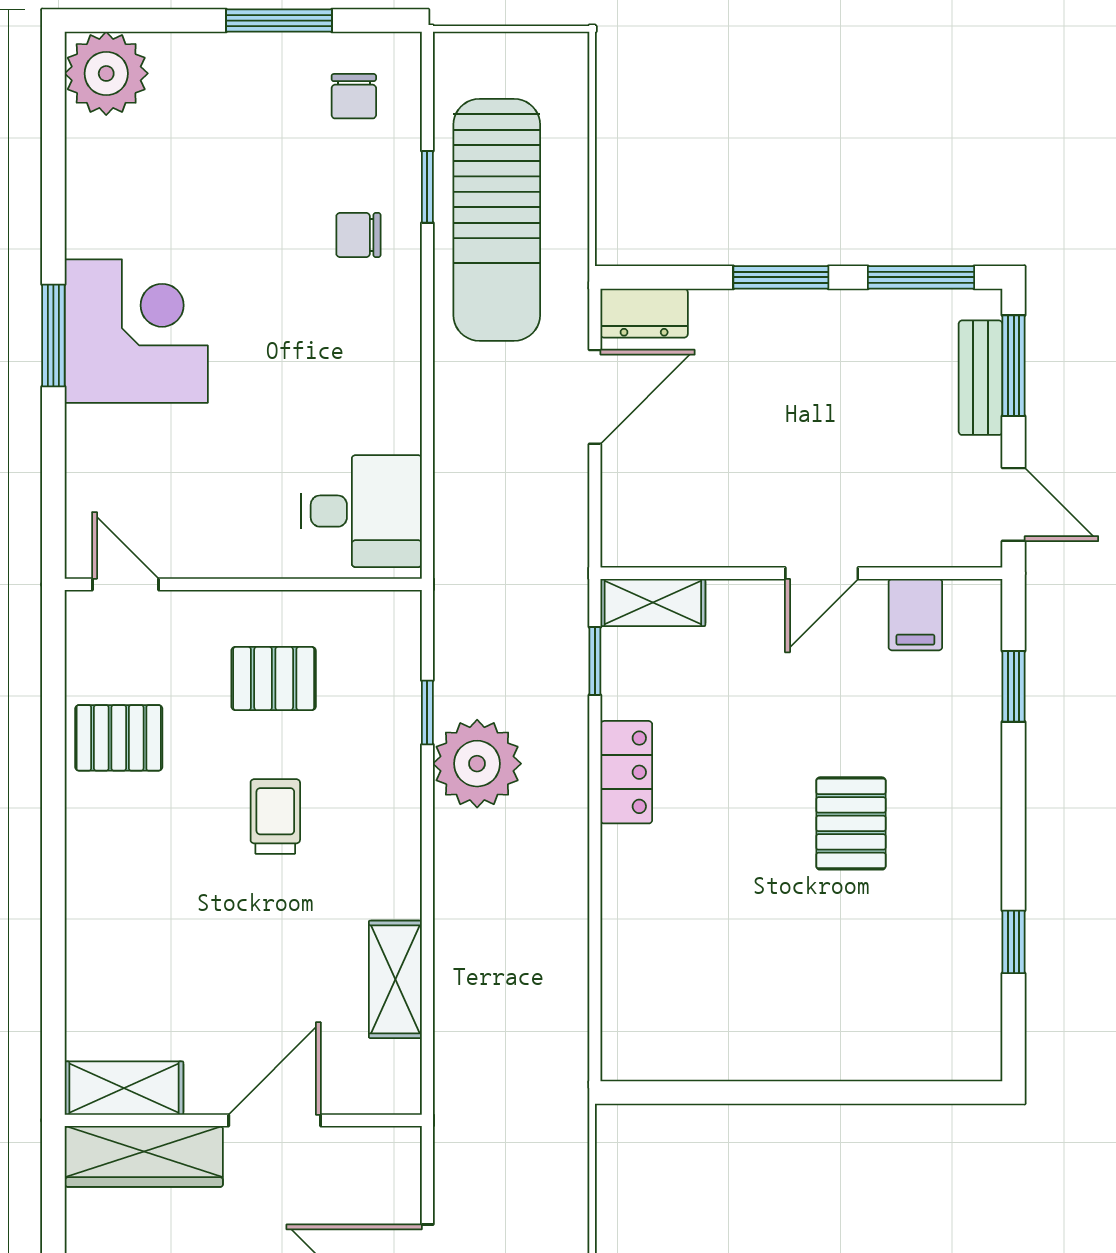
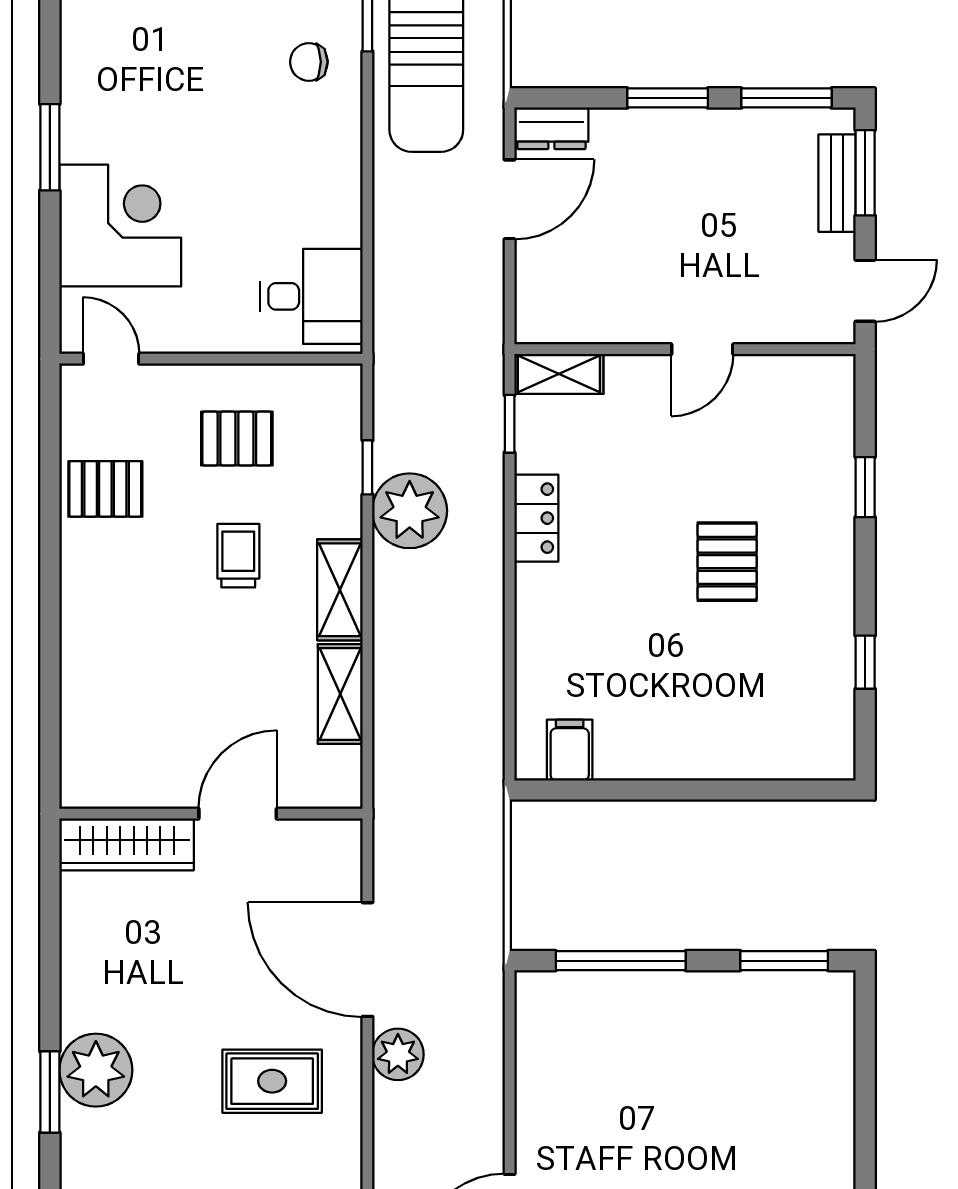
corner desk: (136, 331) -> (120, 225), moved
door: (1014, 504) -> (865, 291), hinge flipped
filing cabinet: (915, 615) -> (570, 750), moved, turned 180
window: (1014, 686) -> (865, 487), moved
shelving: (124, 1088) -> (340, 590), moved, turned 90

